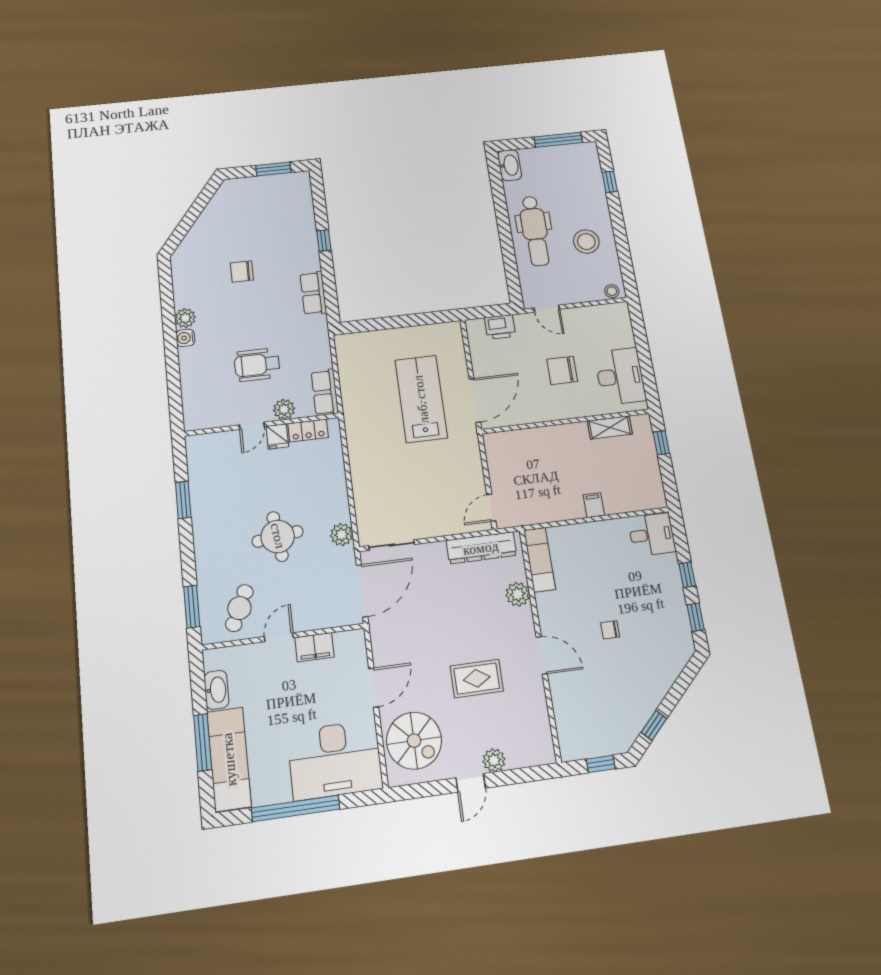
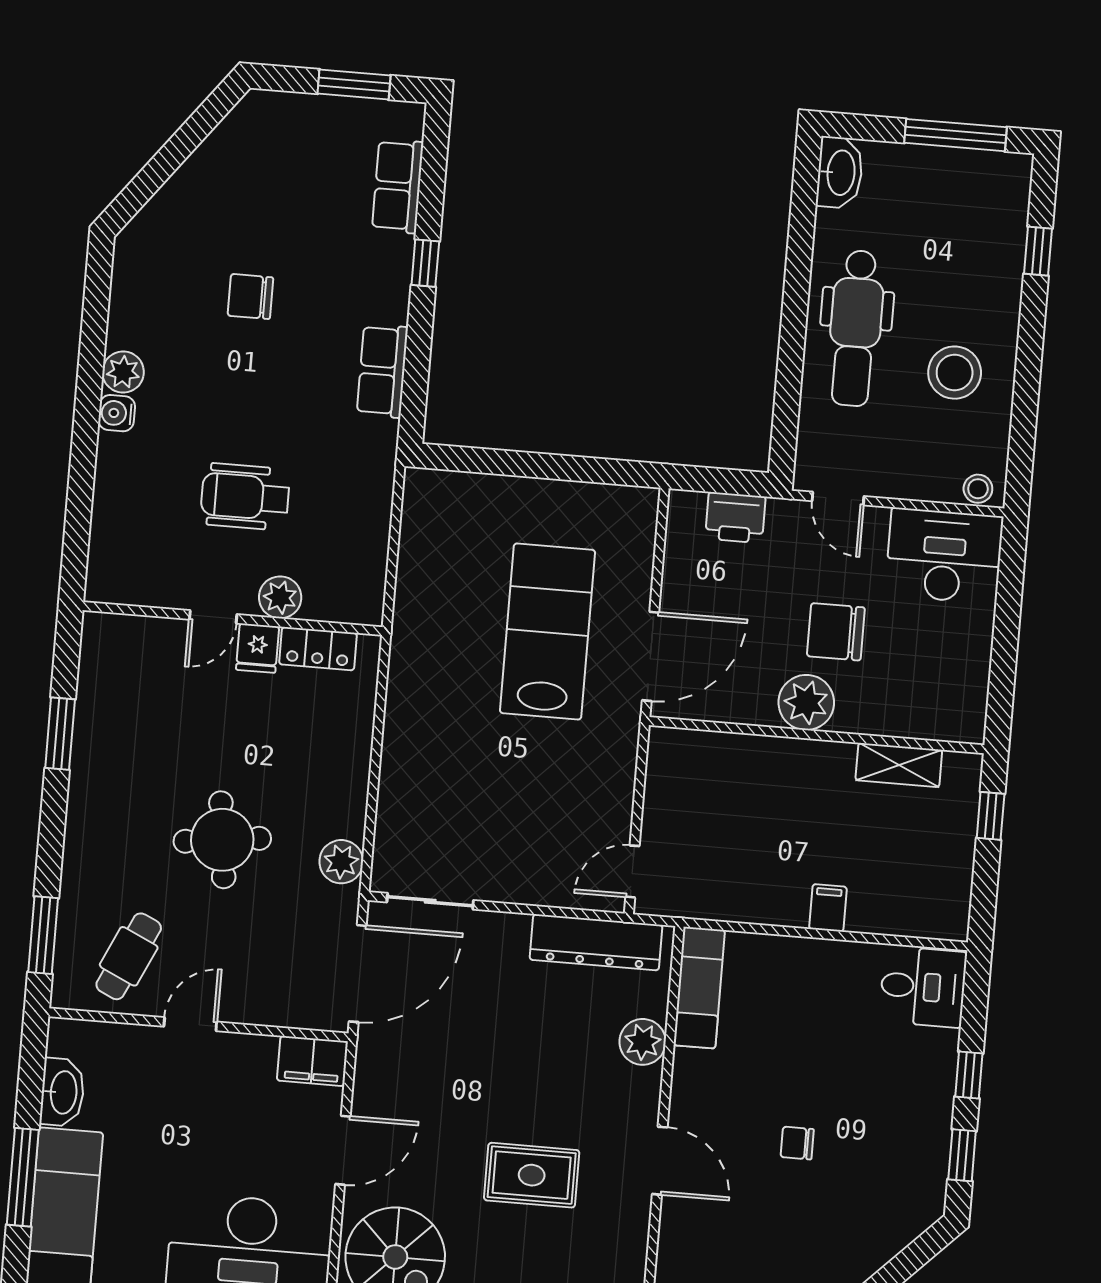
desk: (620, 376) -> (944, 556), moved, turned -90
row of seats: (325, 392) -> (398, 186), moved
plant: (557, 407) -> (806, 702), added
filing cabinet: (314, 647) -> (312, 1061), moved

